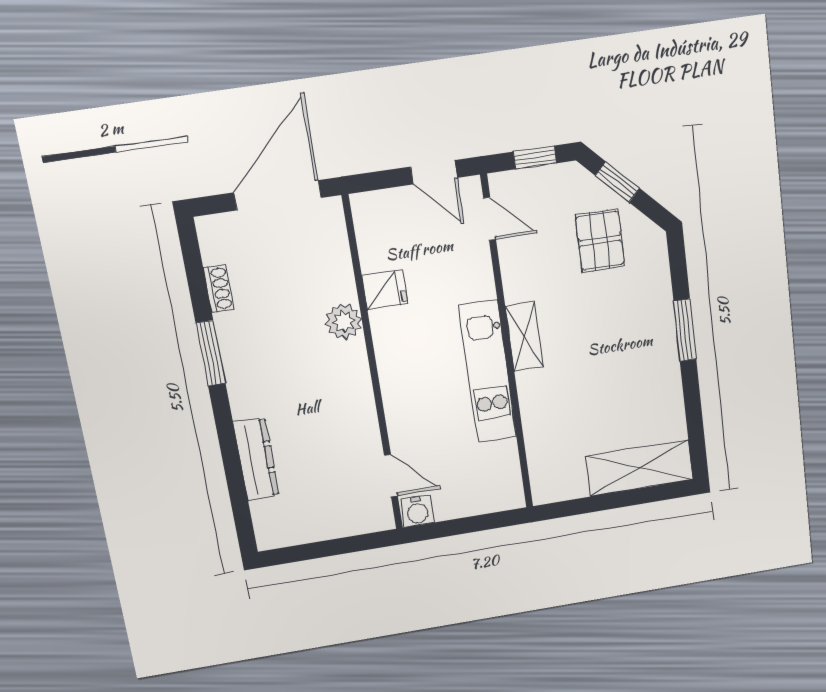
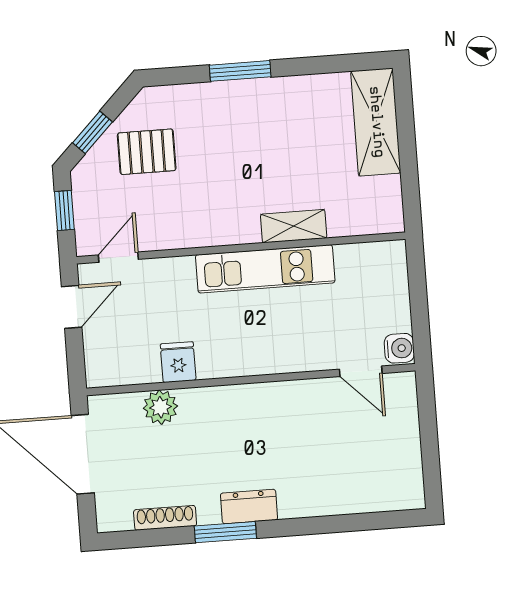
shoe rack: (219, 289) -> (165, 518), width x1.43
plant: (344, 321) -> (160, 407), moved
shelving: (524, 336) -> (294, 226), moved
dresser: (256, 459) -> (249, 506), moved, width x0.70
door: (391, 476) -> (361, 371), swing flipped

